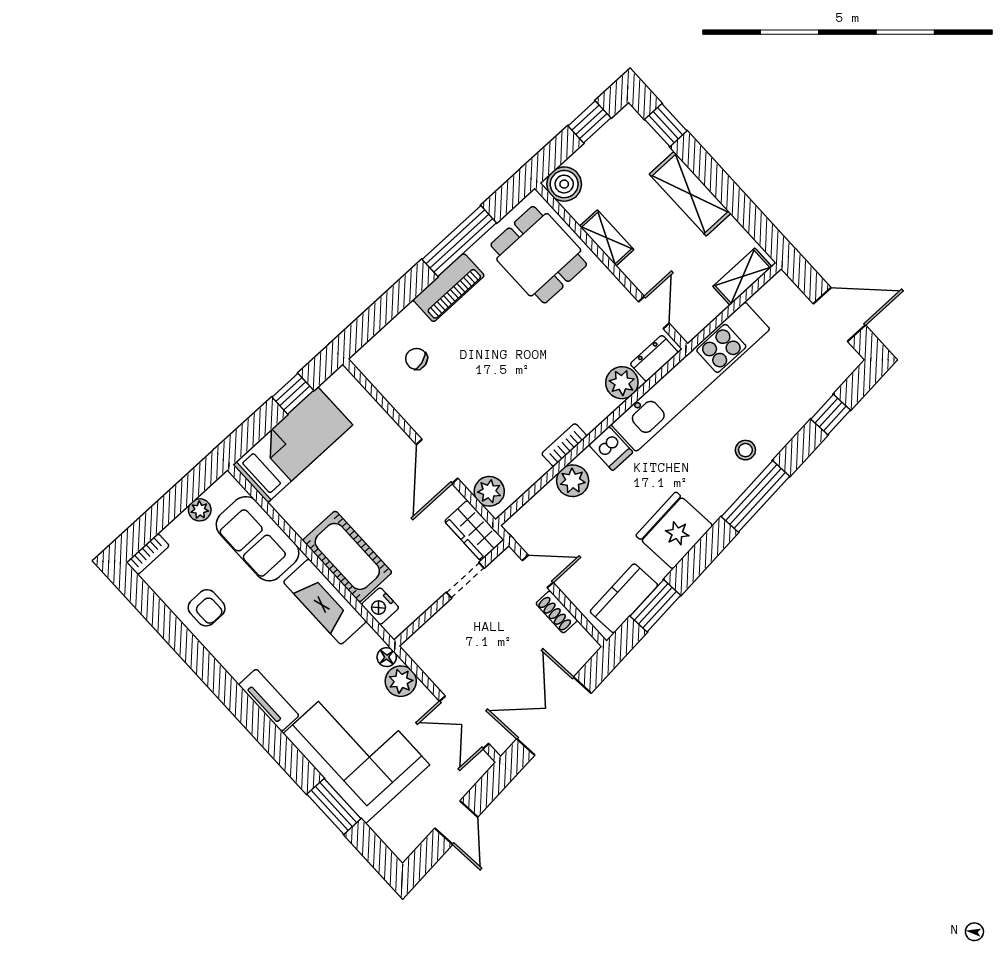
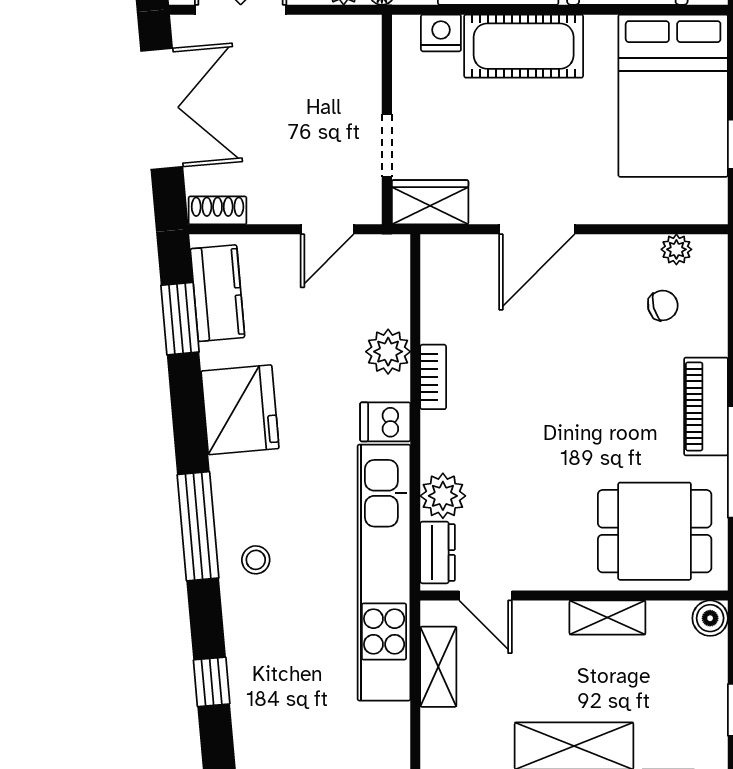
boiler: (564, 184) -> (710, 618), width x0.73, depth x0.73
shelving: (742, 277) -> (438, 667), moved
bed: (293, 445) -> (673, 96), width x1.50
door: (437, 461) -> (537, 229), swing flipped
plant: (489, 491) -> (676, 249), moved, width x0.73, depth x0.73
shoe rack: (557, 612) -> (218, 210), moved

